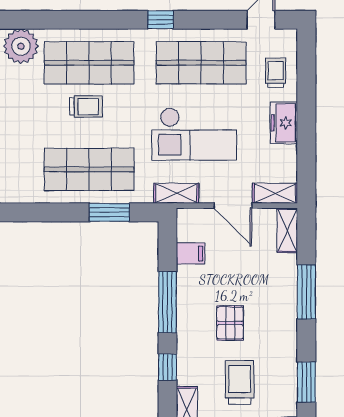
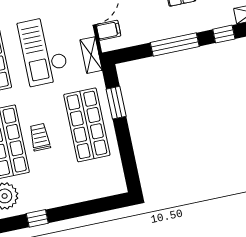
checkout: (194, 134) -> (43, 51), turned 180
filing cabinet: (191, 254) -> (108, 30), moved, turned 90

